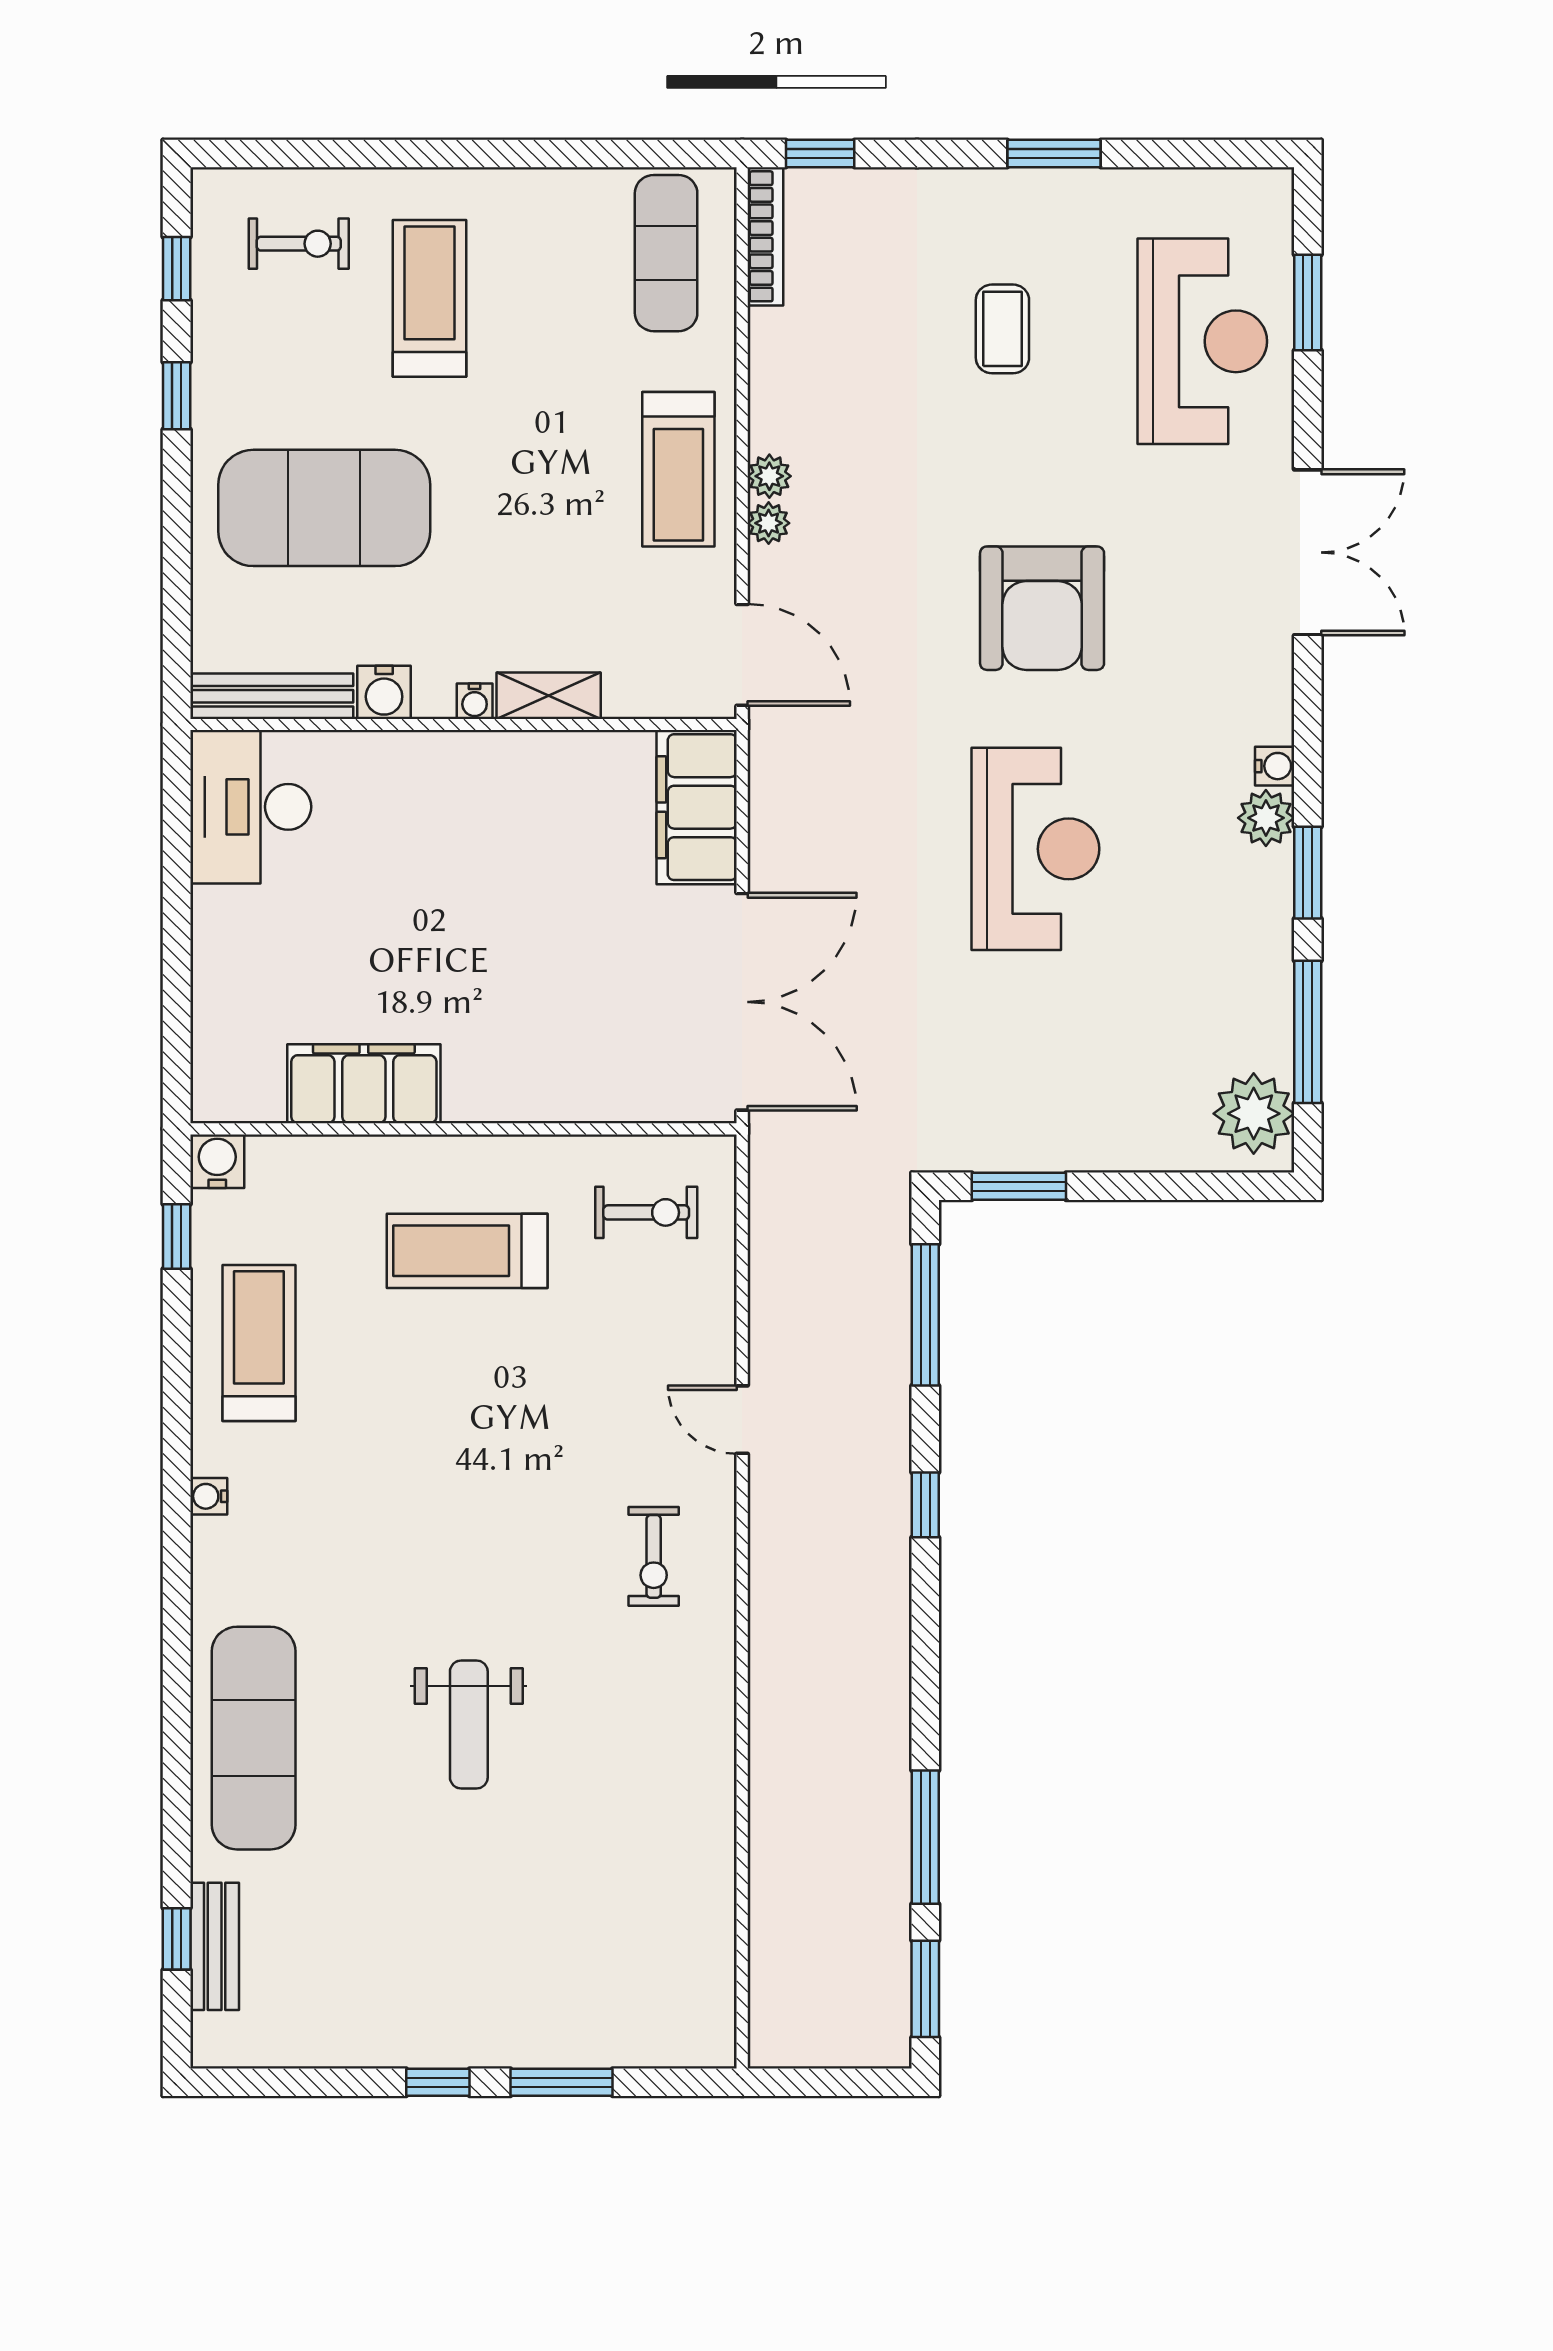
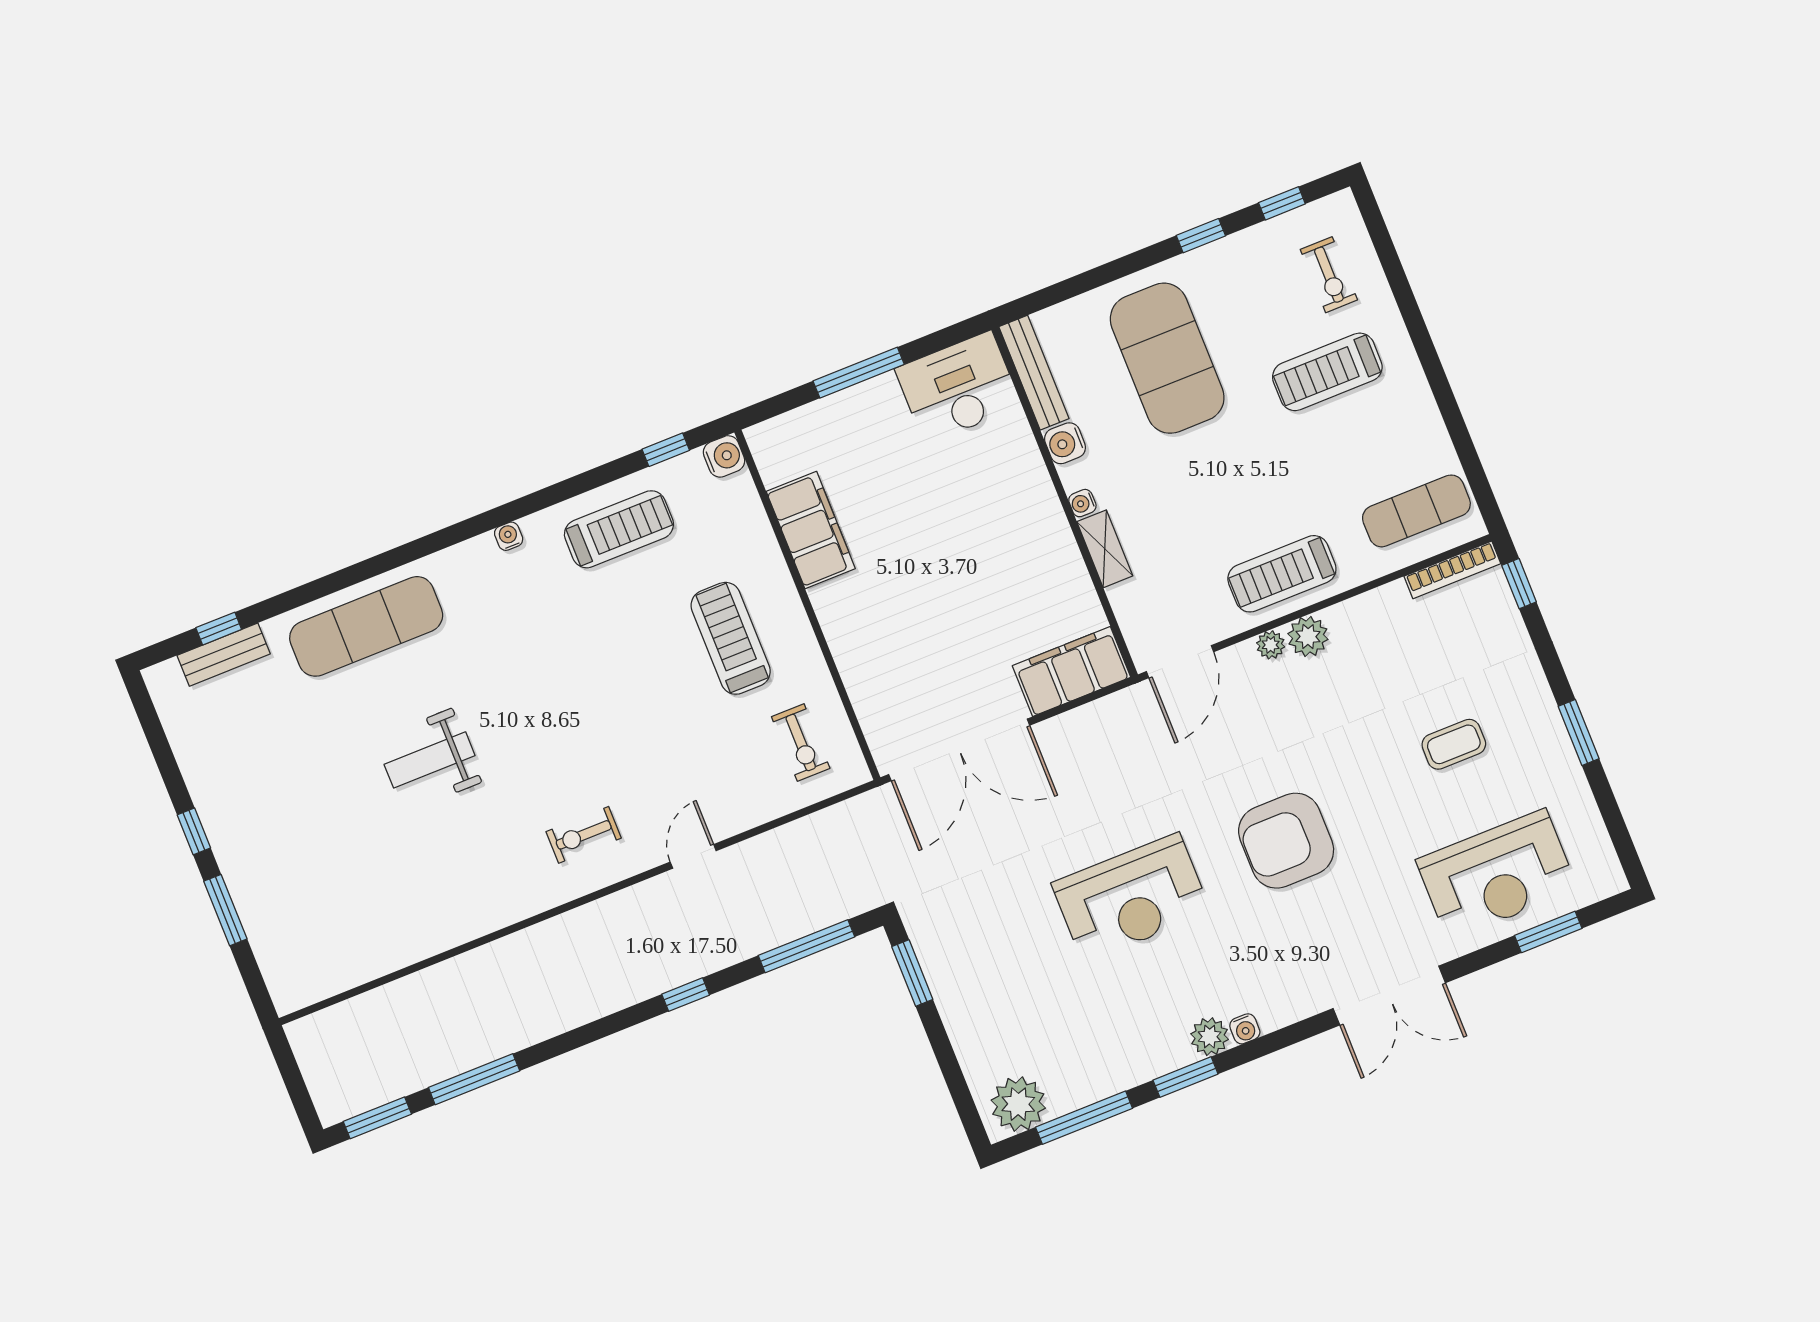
treadmill: (430, 298) -> (1327, 372), turned 180
plant: (769, 476) -> (1308, 637), width x1.38, depth x1.38
window: (177, 934) -> (859, 373), added

